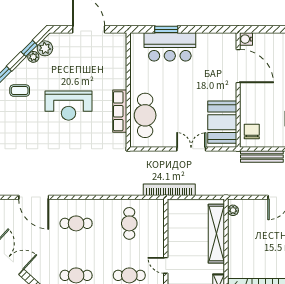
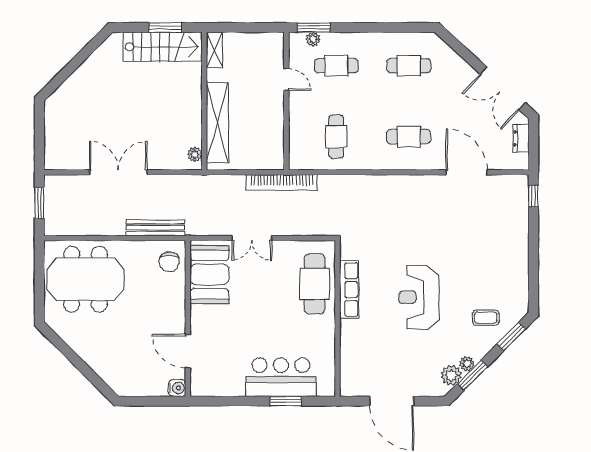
window: (29, 48) -> (473, 375), width x1.50
door: (238, 66) -> (188, 351), width x0.73
reception desk: (68, 106) -> (419, 297), turned -90

